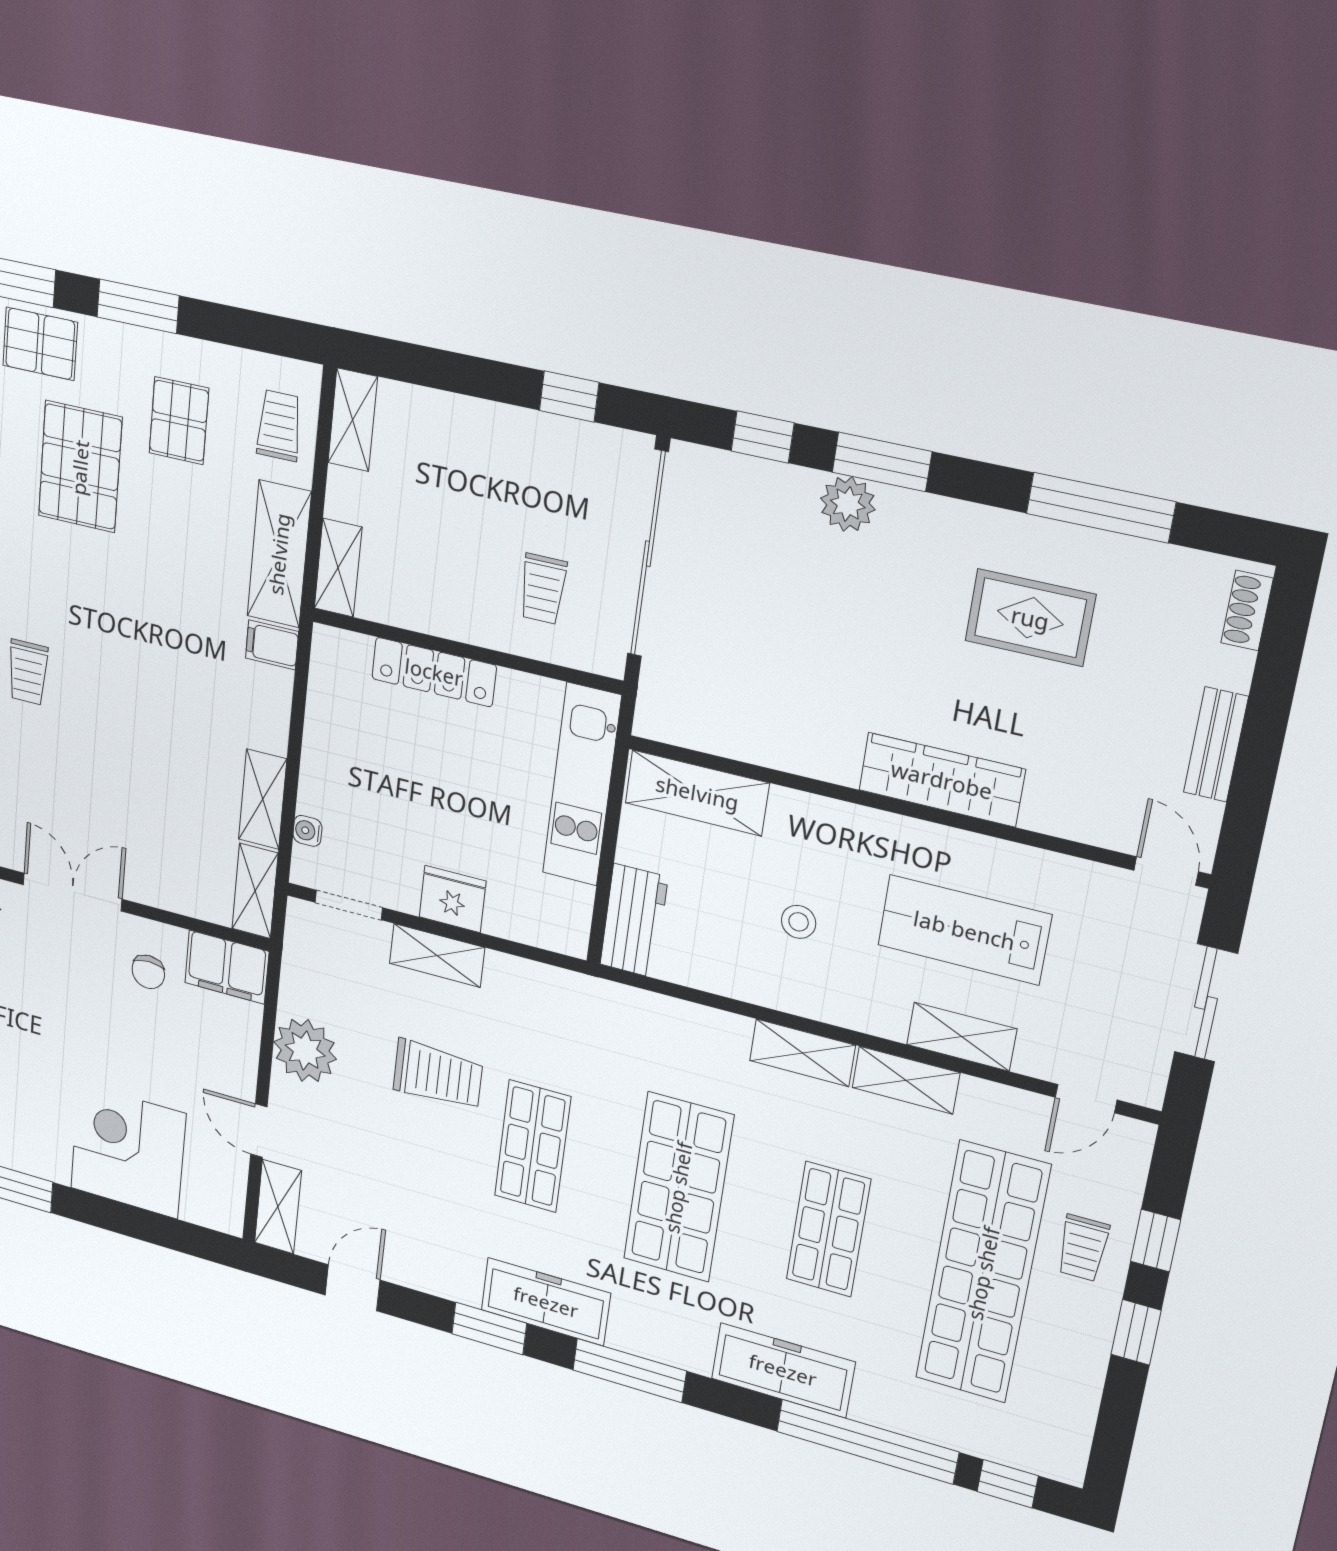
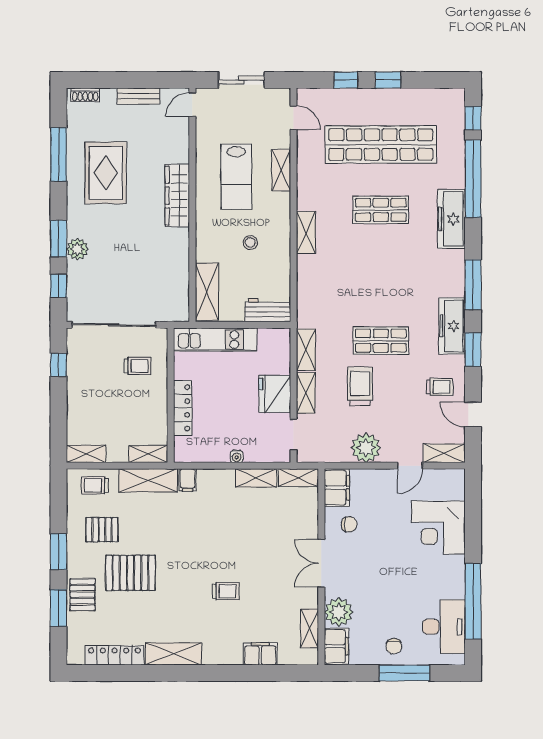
rug: (1030, 618) -> (106, 173), width x1.36, depth x1.43
water cooler: (307, 831) -> (237, 456), moved
fridge: (453, 899) -> (275, 394), width x1.36, depth x1.34
shelving: (906, 1080) -> (306, 350), moved
shop shelf: (678, 1187) -> (381, 275), removed
trolley: (1083, 1248) -> (440, 387), moved

